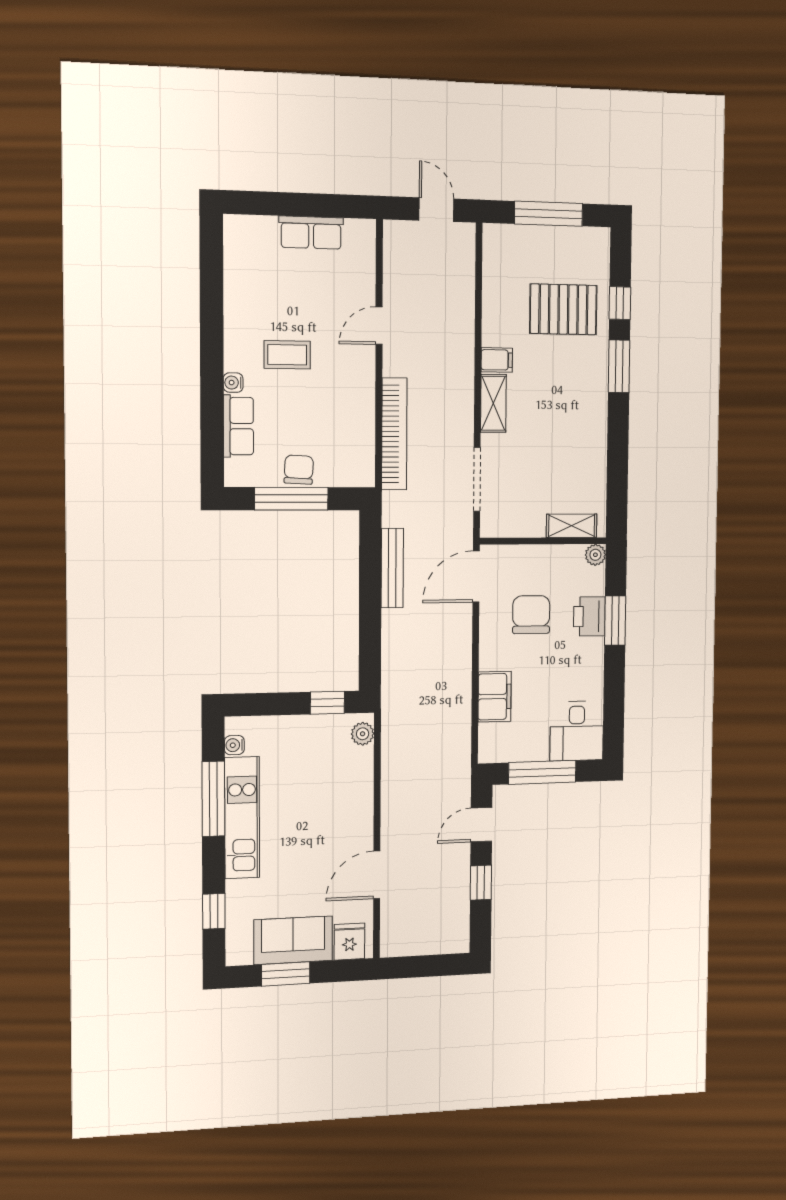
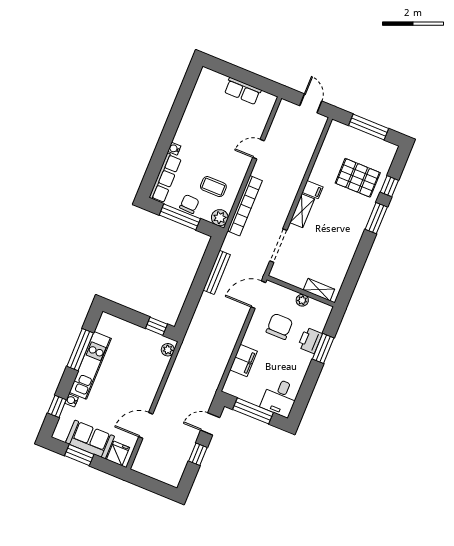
coffee table: (287, 355) -> (213, 187), moved
row of seats: (238, 426) -> (165, 178), width x1.48
plant: (360, 472) -> (220, 218), added
plant: (595, 555) -> (302, 300), moved
water cooler: (234, 745) -> (72, 400), moved

